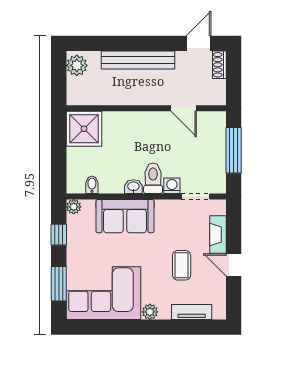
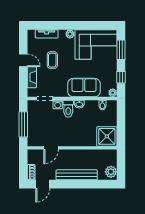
door: (184, 108) -> (51, 148), swing flipped

